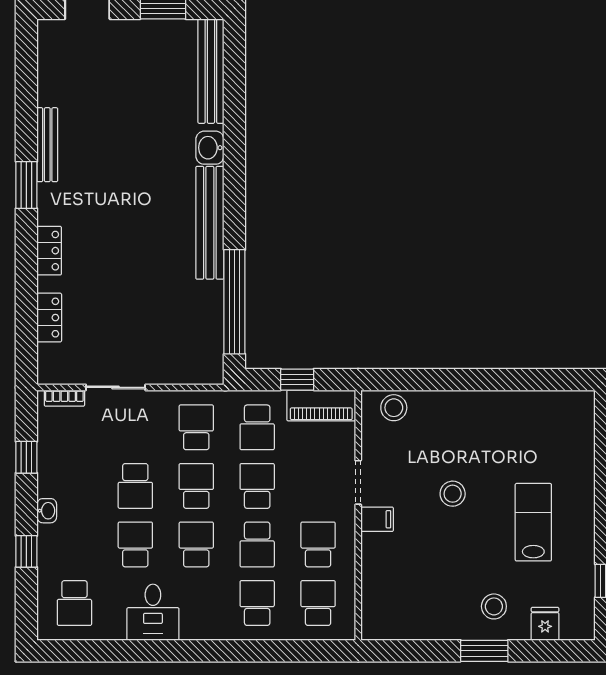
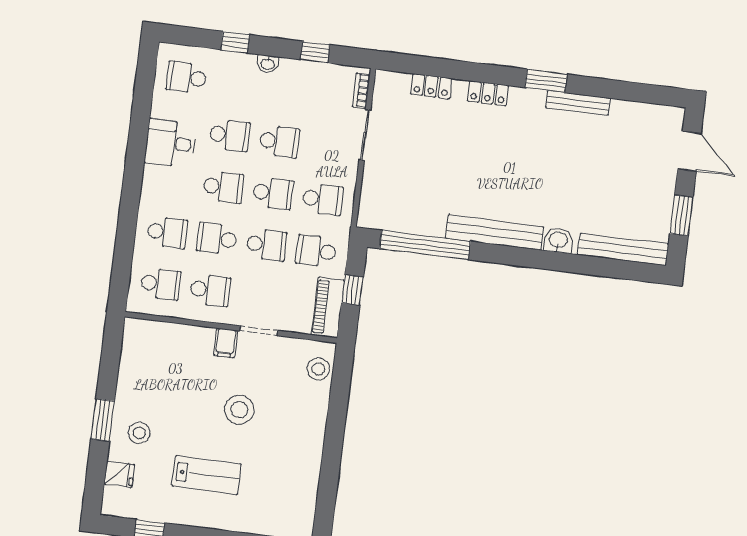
school desk: (135, 486) -> (279, 141), turned 180
stool: (453, 494) -> (239, 410), width x1.38, depth x1.38

